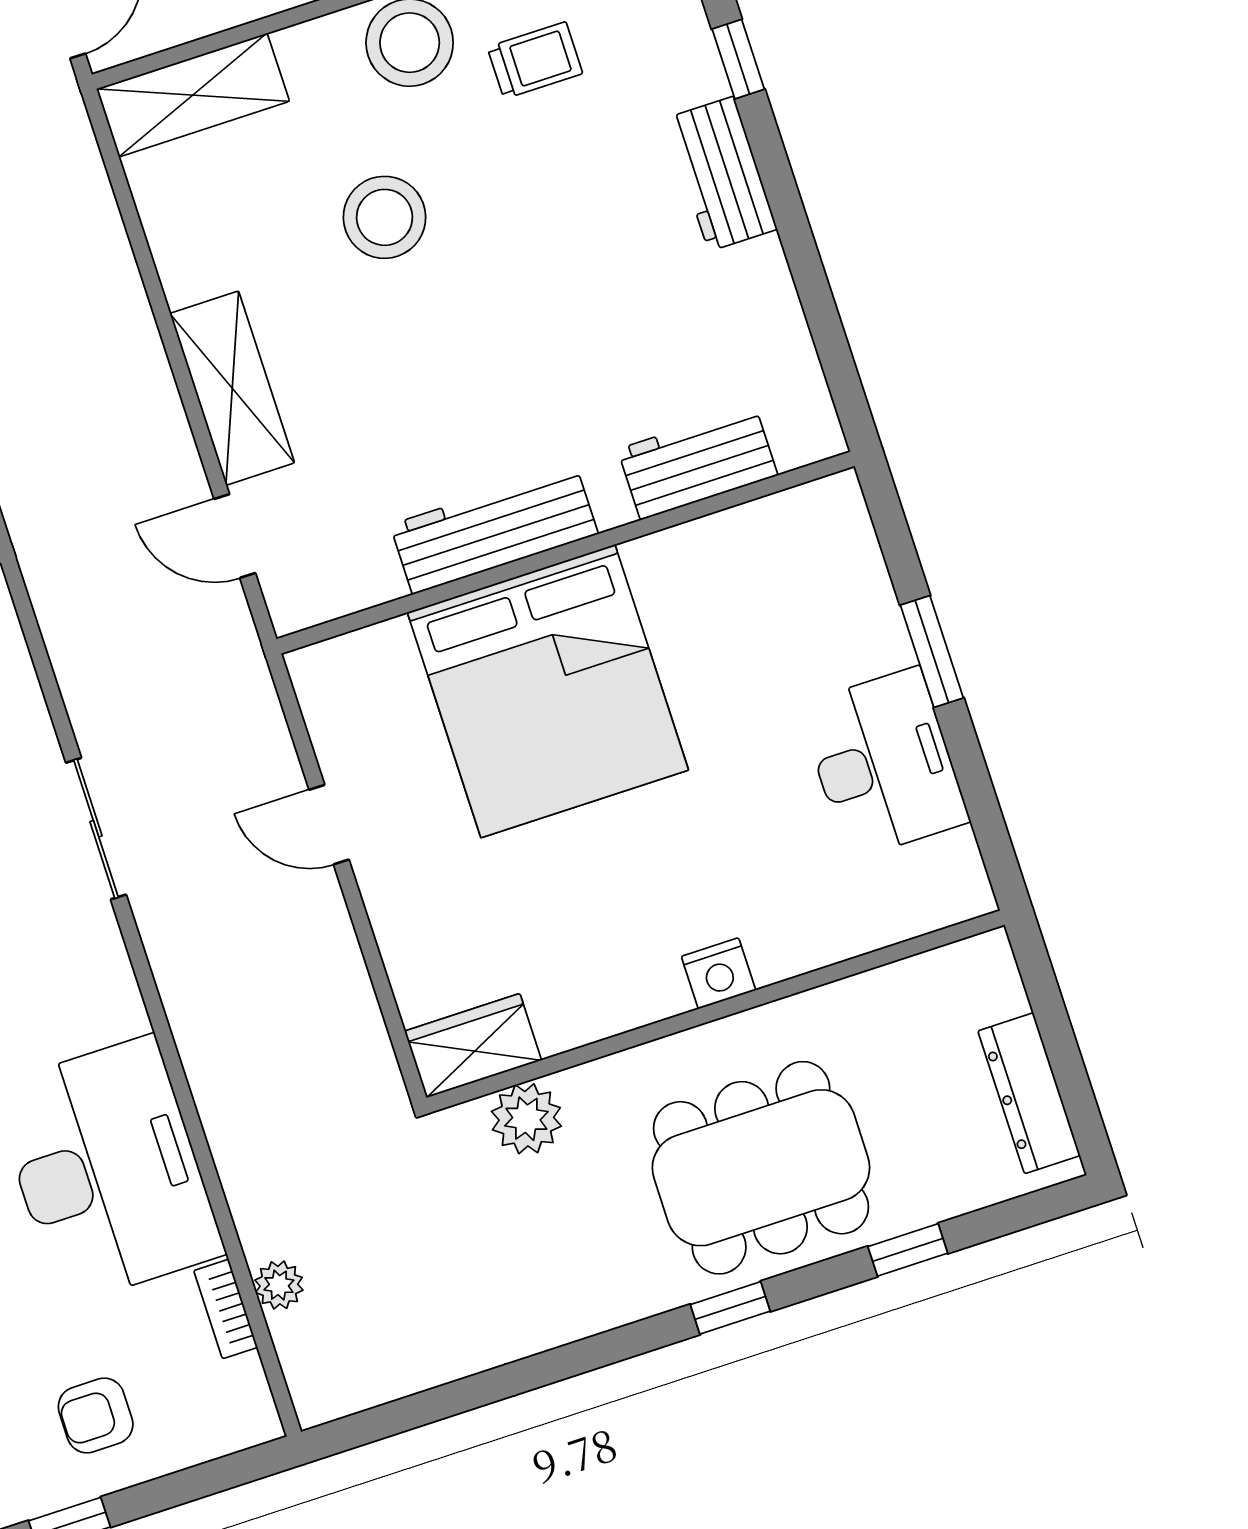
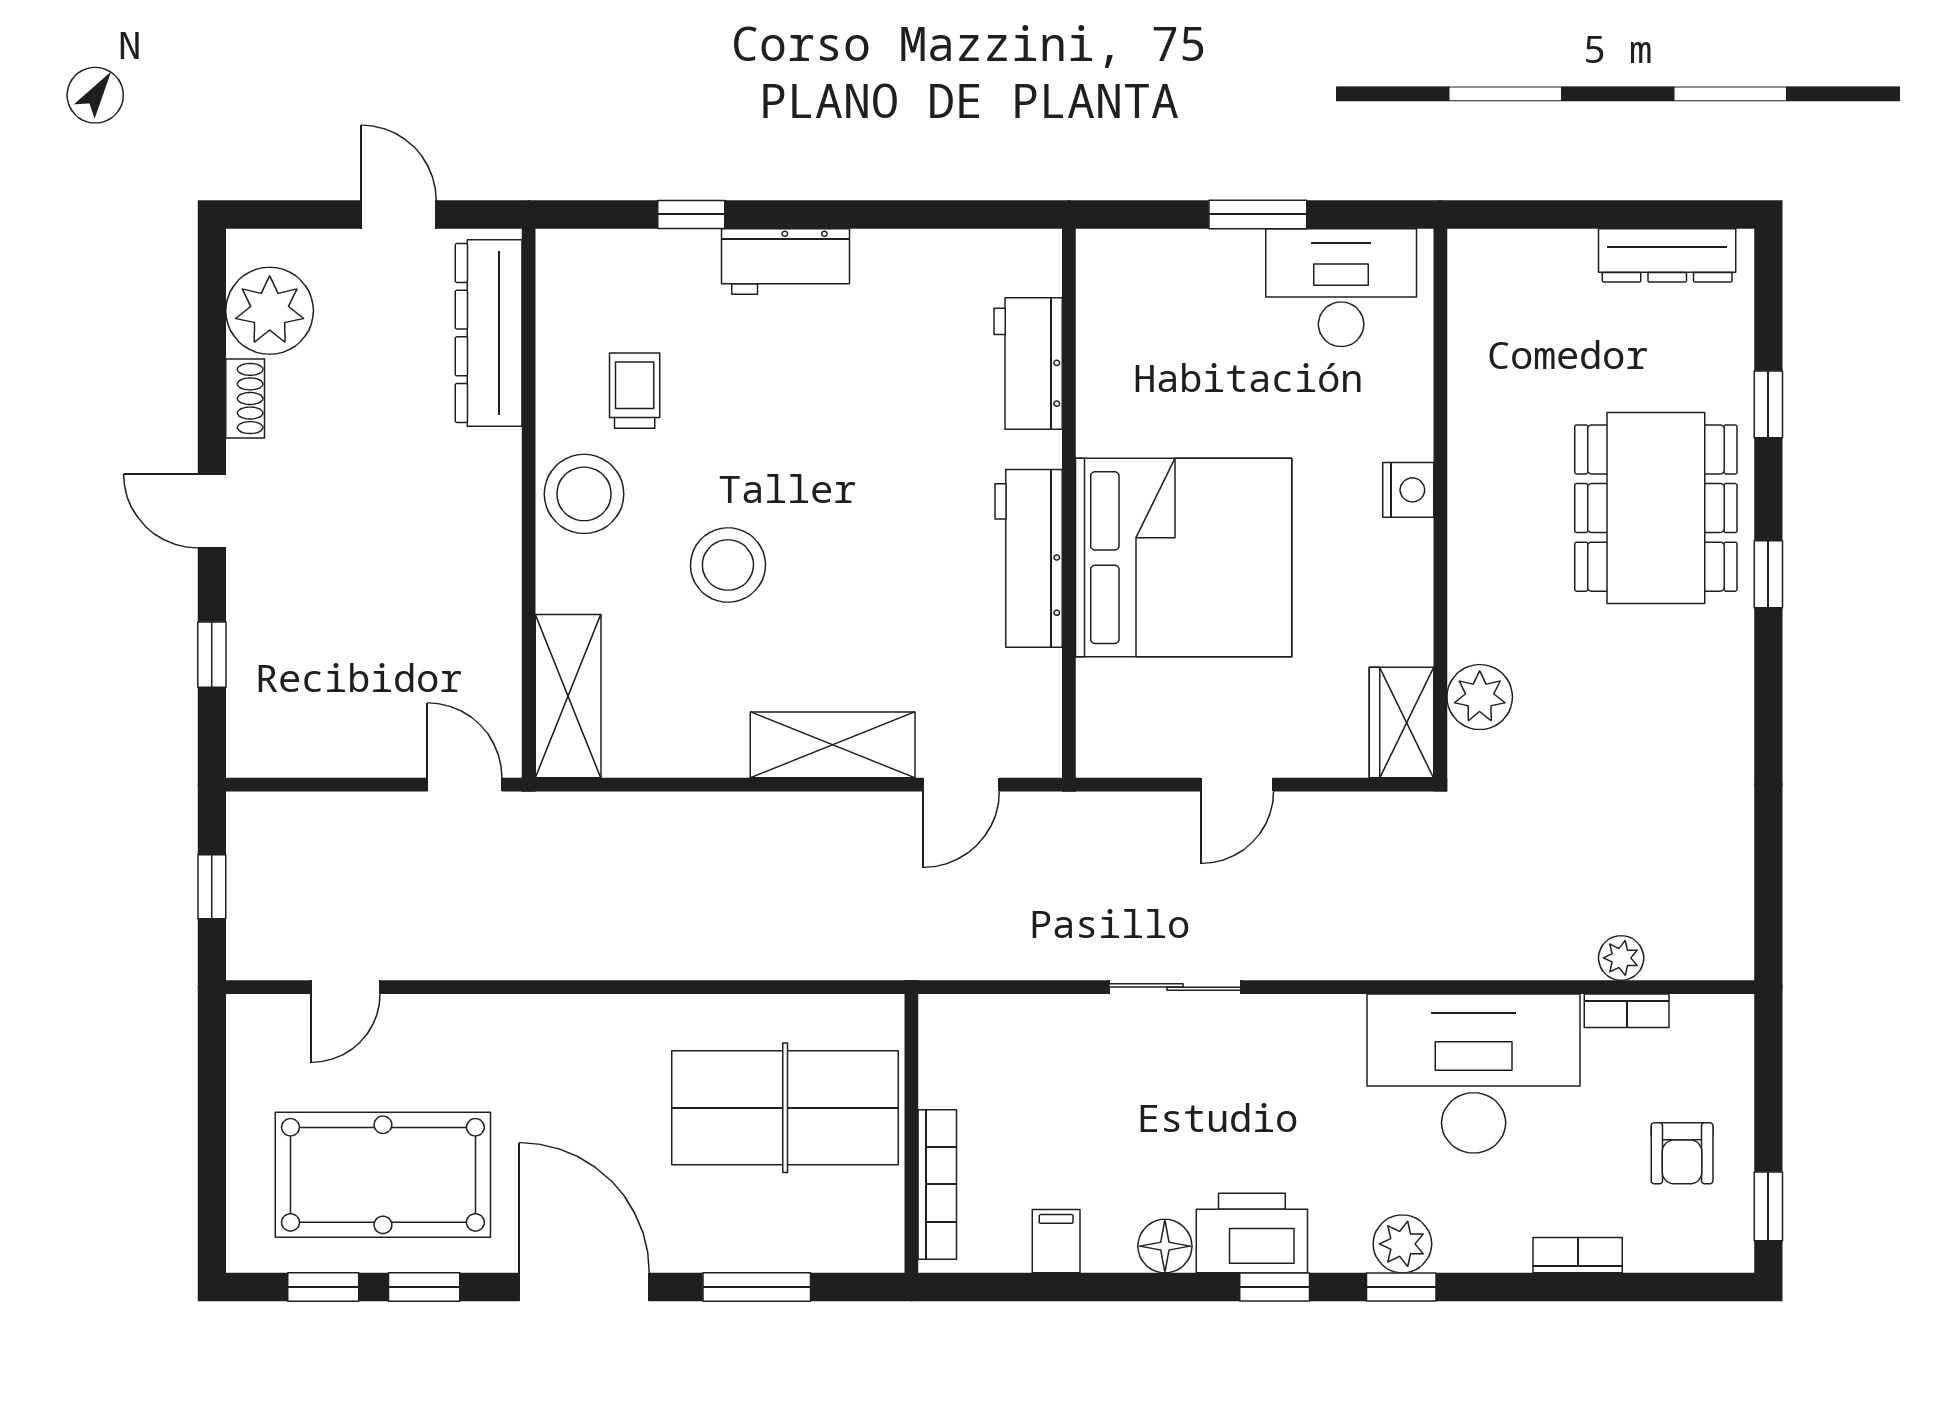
nightstand: (718, 973) -> (1408, 490), moved
wall: (716, 1011) -> (1440, 503), moved
wardrobe: (473, 1046) -> (1402, 723), moved
plant: (526, 1119) -> (1480, 697), moved

